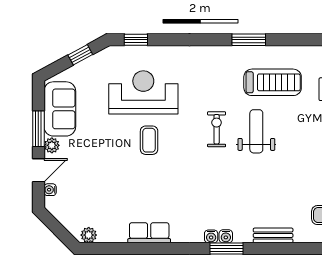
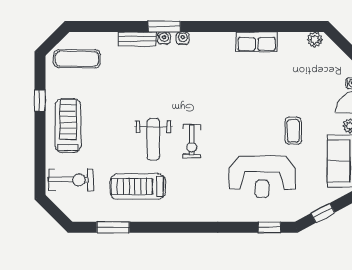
window: (249, 40) -> (113, 227), moved
coffee table: (149, 140) -> (293, 131), moved
water cooler: (211, 236) -> (164, 38), moved
window: (226, 249) -> (164, 27), moved

